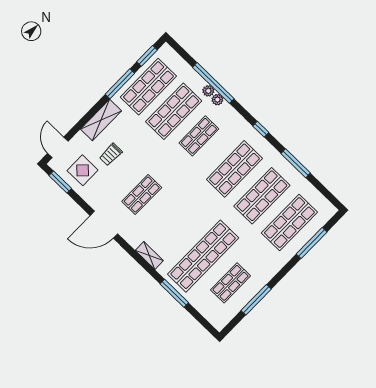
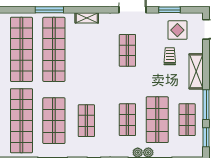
shop shelf: (148, 87) -> (187, 120), width x0.70, depth x0.74
shop shelf: (234, 169) -> (86, 121), width x0.70, depth x0.74
window: (60, 182) -> (170, 10), moved
shop shelf: (289, 223) -> (21, 121), width x1.40
shop shelf: (231, 283) -> (21, 49), width x2.00, depth x1.36

